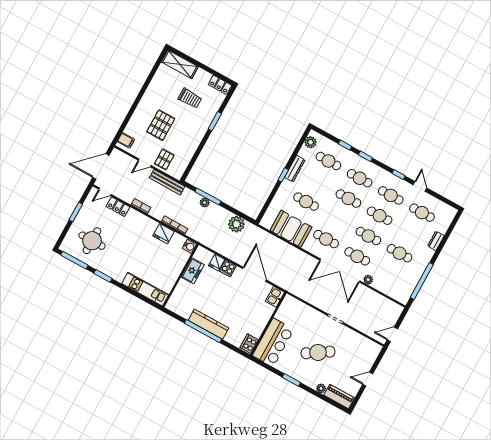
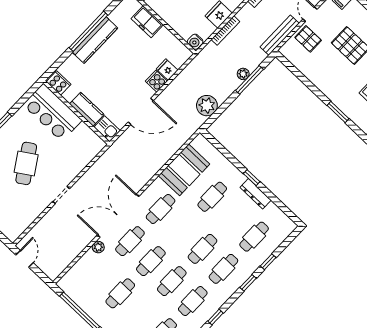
plant: (311, 142) -> (282, 221), removed
freezer: (193, 271) -> (147, 22), moved
kitchen counter: (264, 317) -> (87, 109), added

